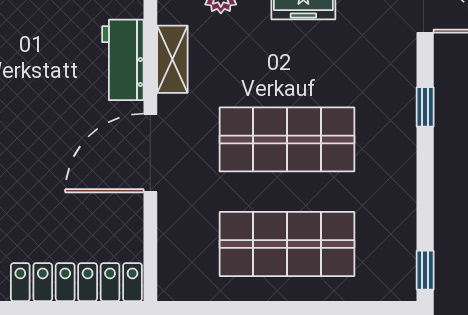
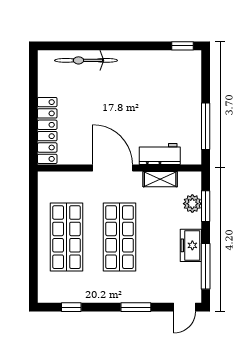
window: (425, 107) -> (136, 307), width x1.50
window: (425, 270) -> (71, 307), moved

